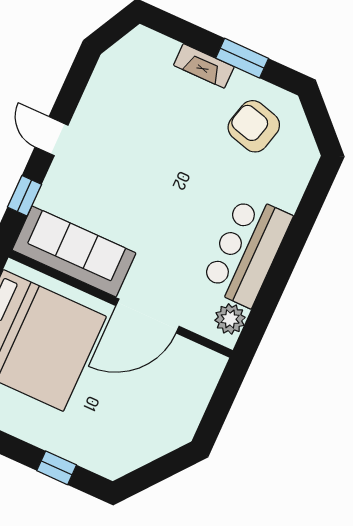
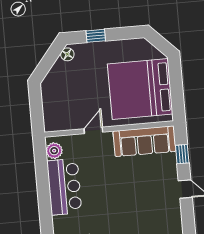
door: (148, 316) -> (93, 130), width x0.53
floor lamp: (120, 464) -> (67, 54), added

